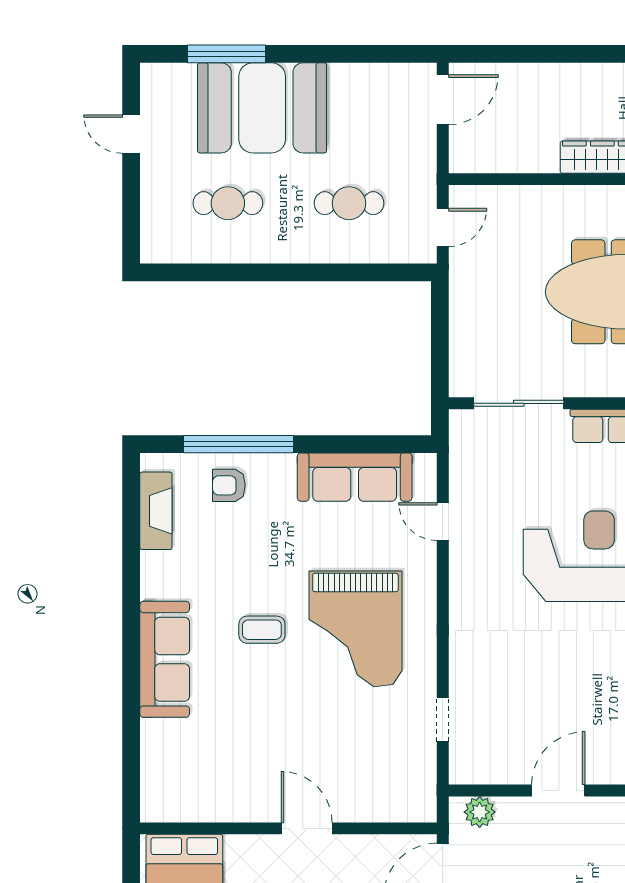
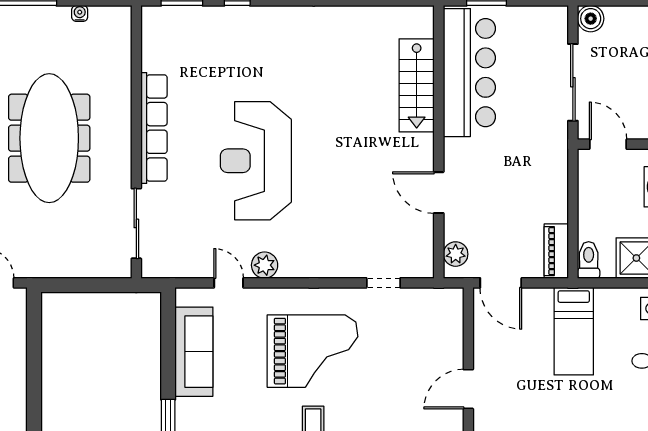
door: (443, 522) -> (229, 283), swing flipped
plant: (465, 567) -> (265, 265), added

